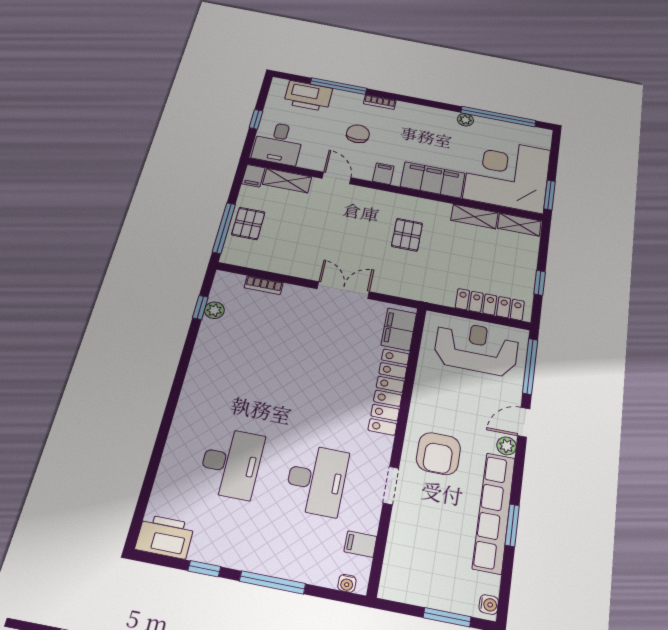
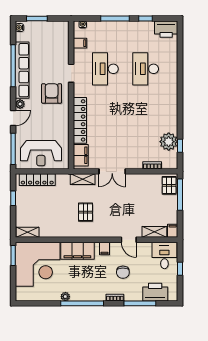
window: (498, 117) -> (82, 303), moved
shelving: (474, 216) -> (83, 179), moved
pallet: (248, 223) -> (169, 185), moved
plant: (214, 310) -> (169, 142), width x1.88, depth x1.88
window: (512, 525) -> (13, 66), width x2.11

